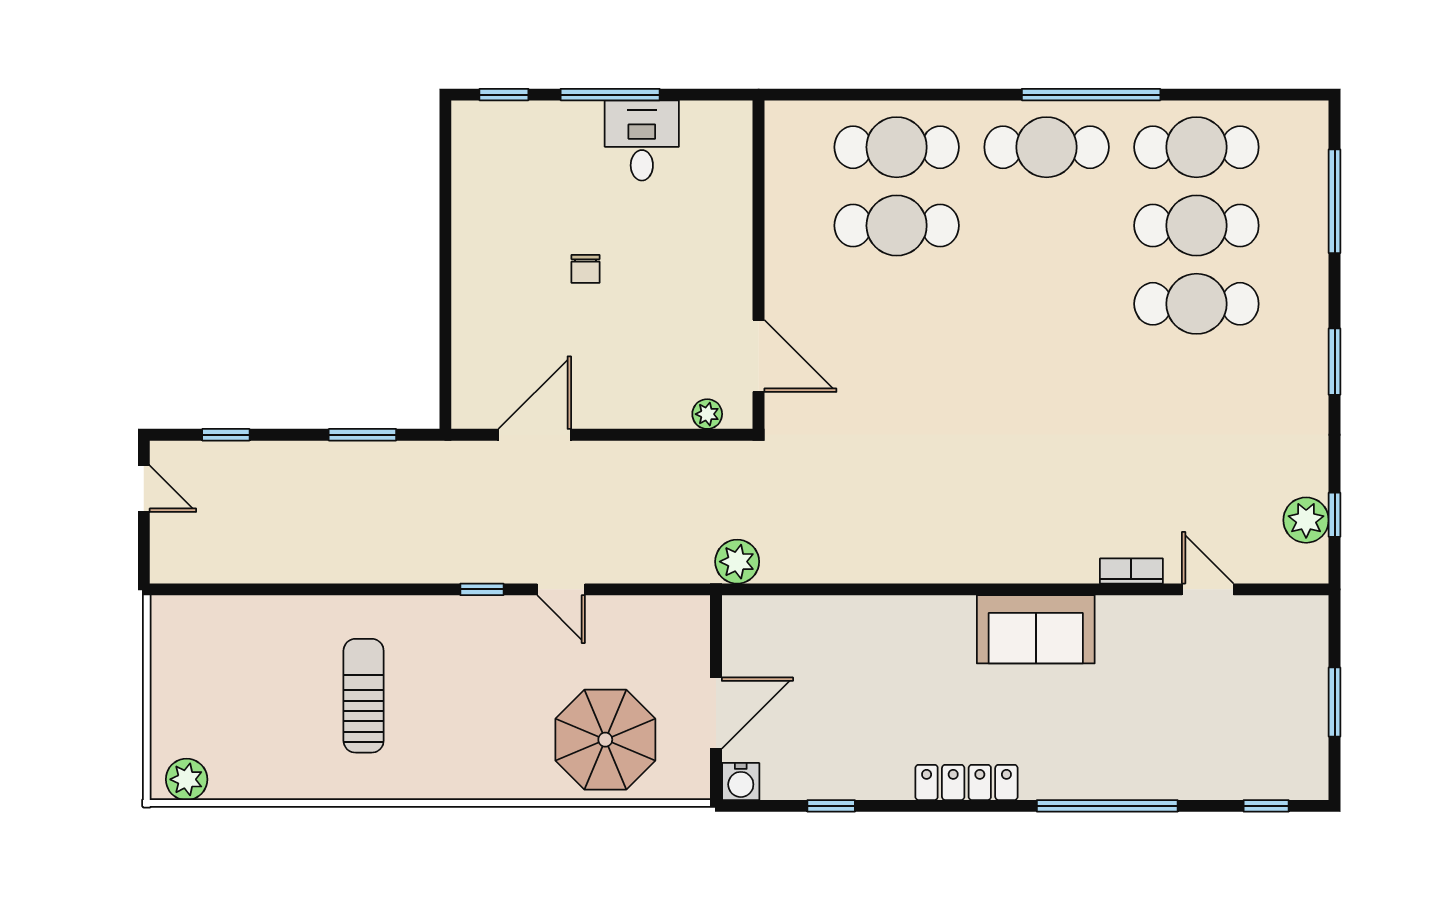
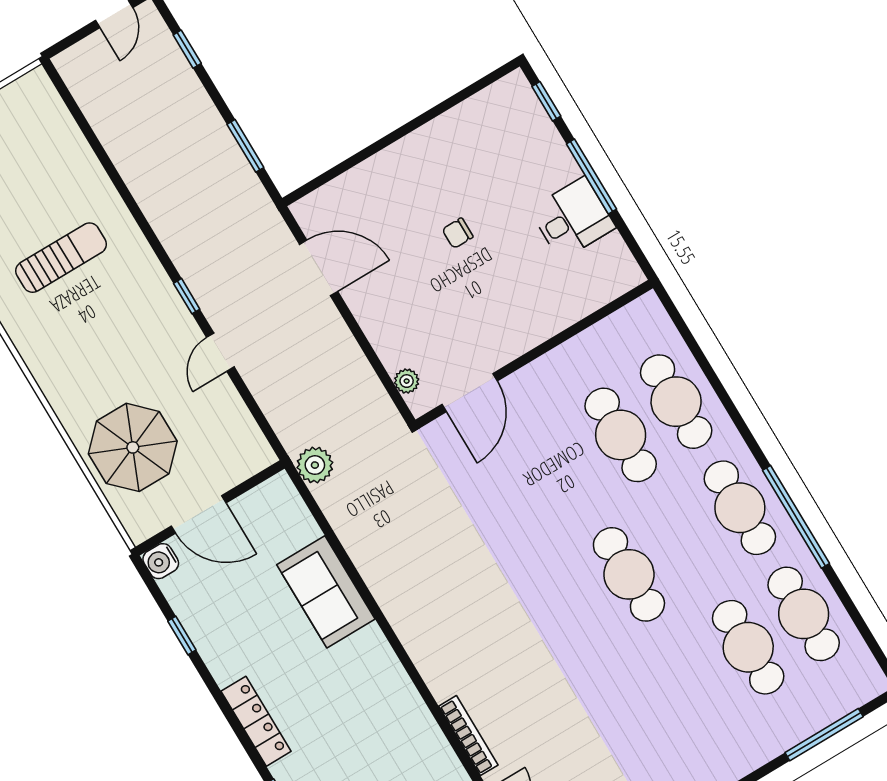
cafe table: (1196, 304) -> (629, 574), moved
bookcase: (1131, 571) -> (468, 736), width x1.56
sofa: (1036, 629) -> (326, 592), moved

